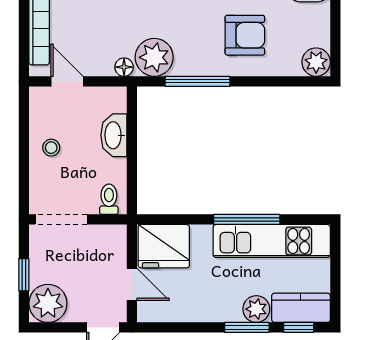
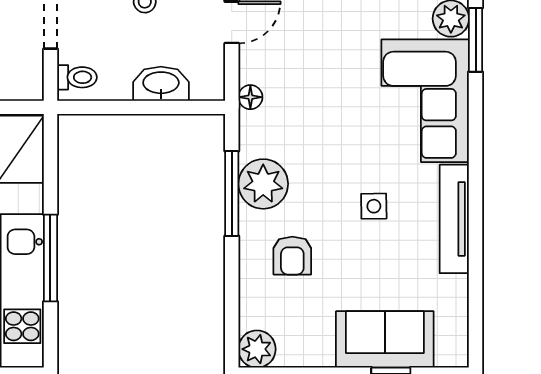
armchair: (245, 35) -> (292, 256), width x0.72, depth x0.72
plant: (154, 57) -> (263, 184), moved

